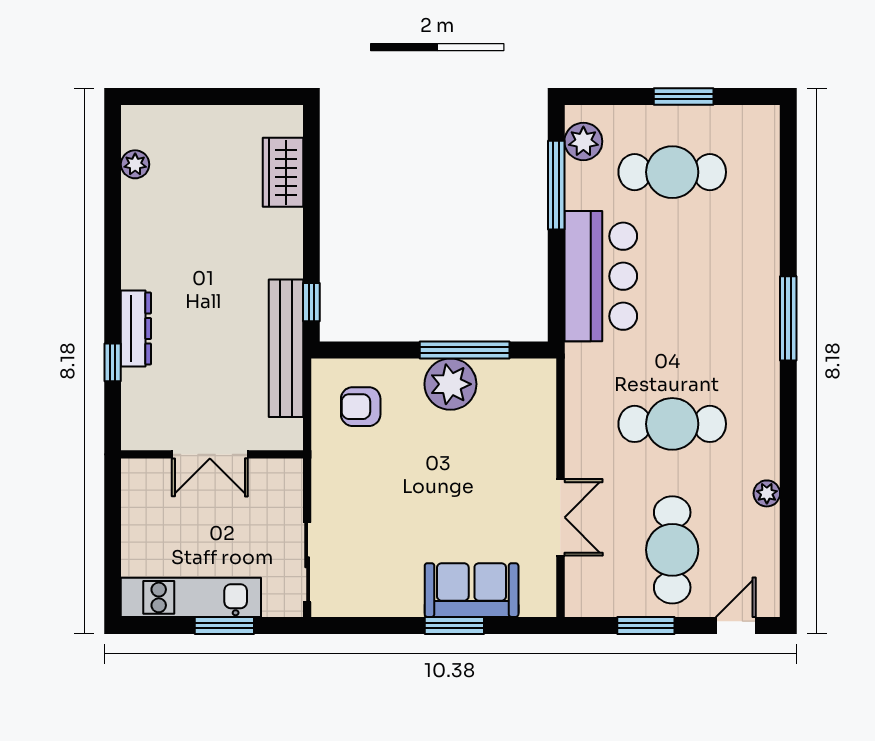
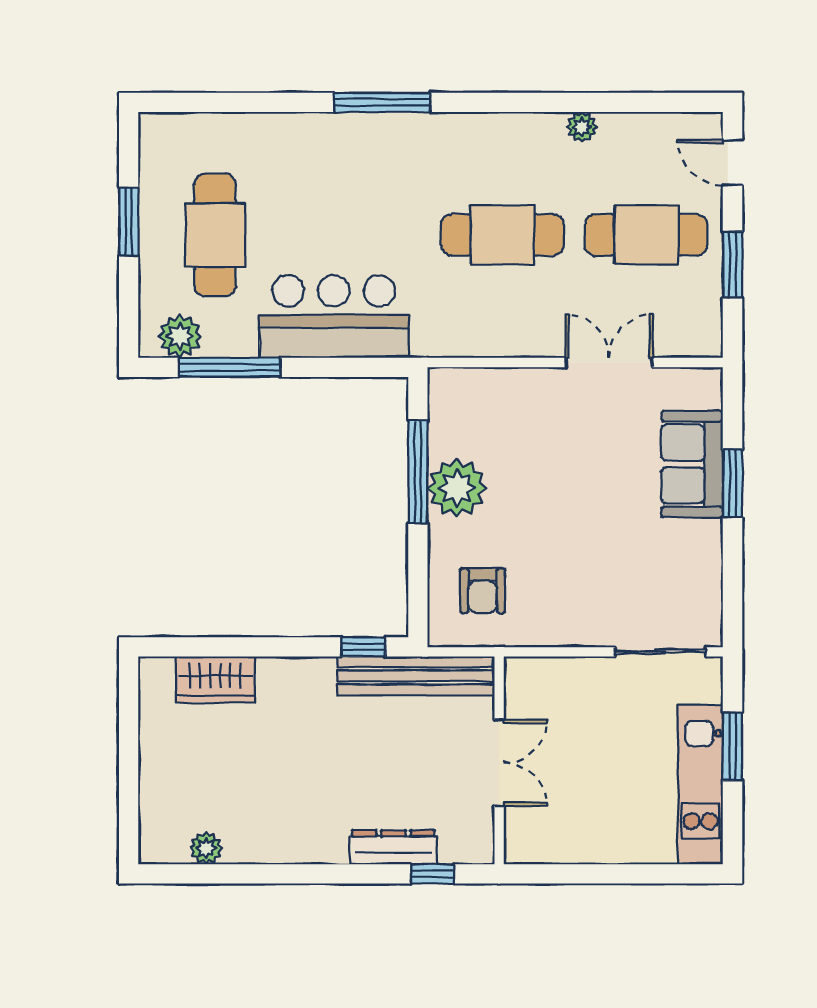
cafe table: (672, 424) -> (502, 235), turned 90
double door: (210, 454) -> (499, 763), moved
wall: (212, 454) -> (499, 760), moved

